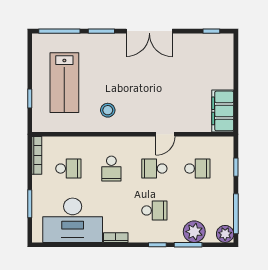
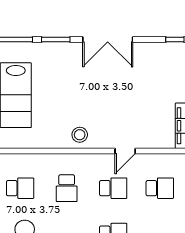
stool: (108, 110) -> (80, 135), moved
school desk: (154, 169) -> (113, 188), turned 180

